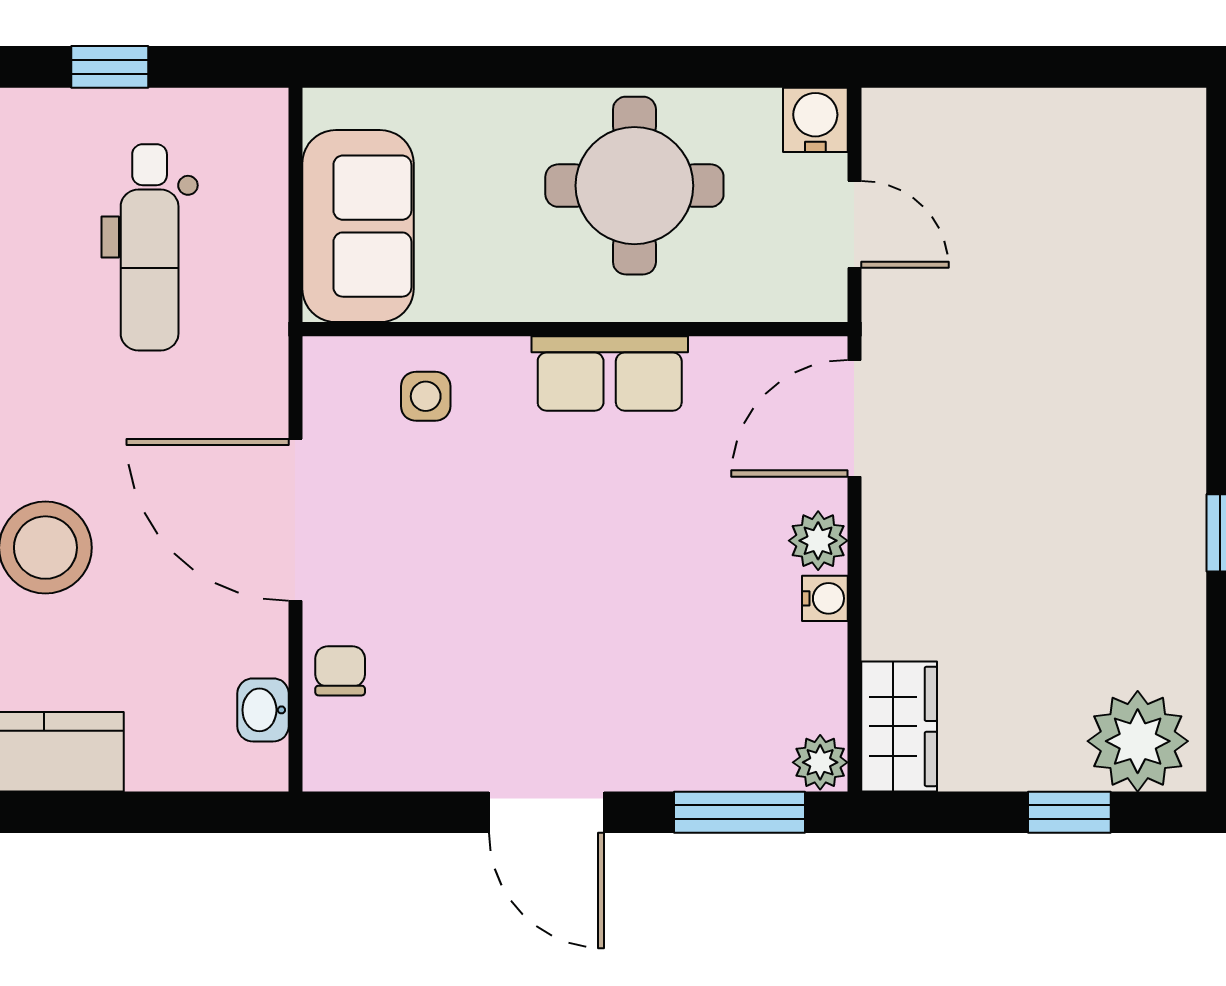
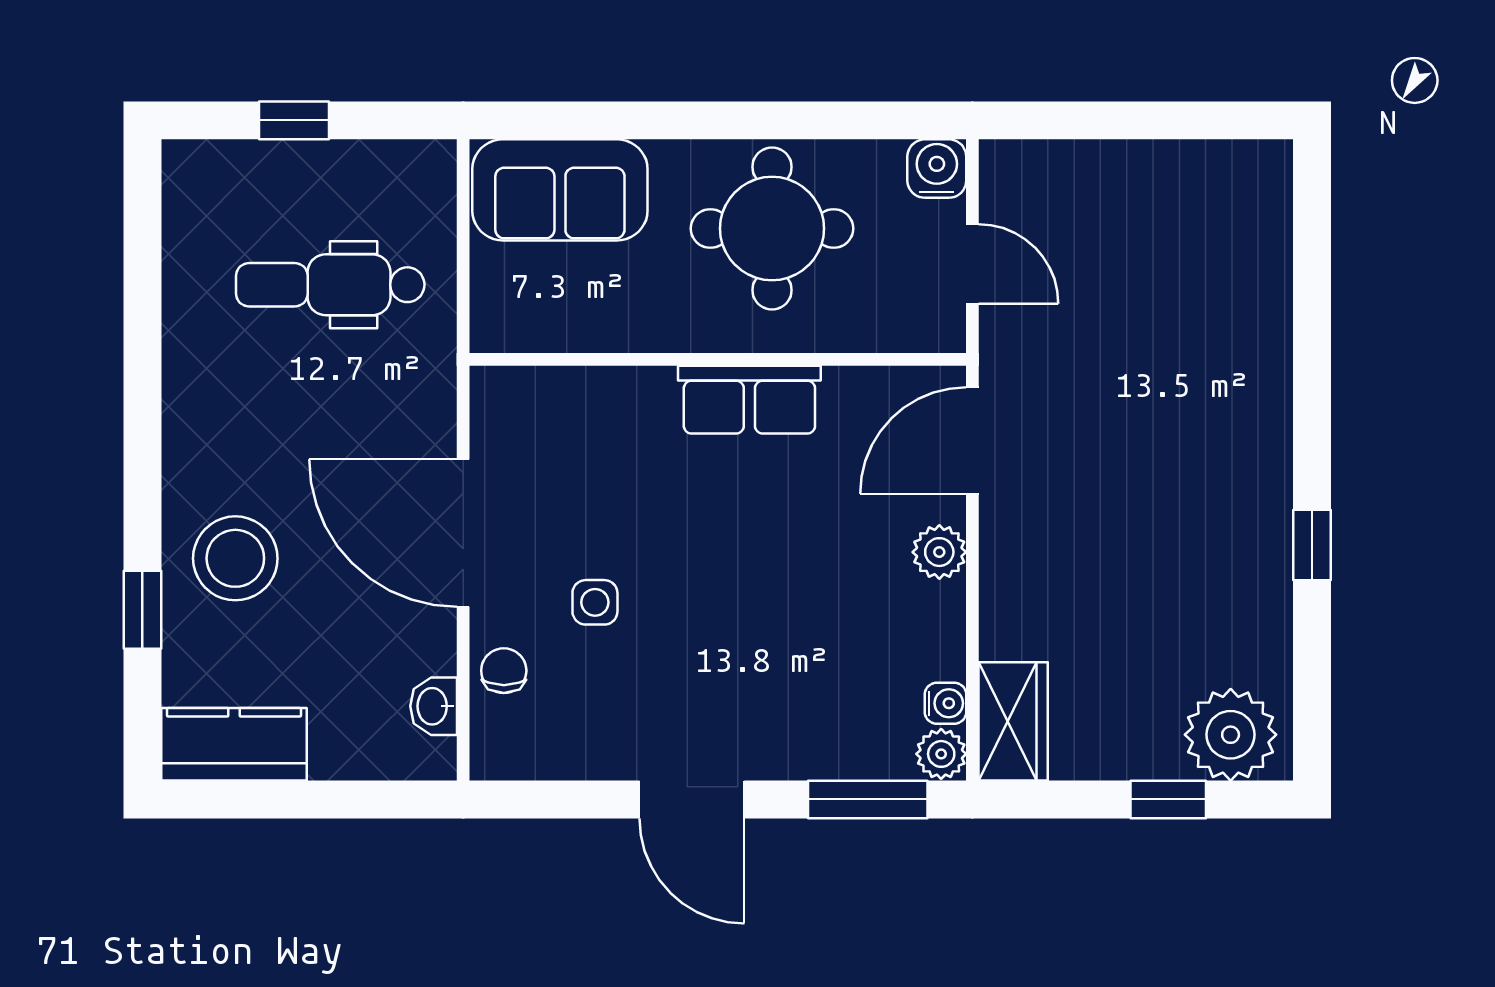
sofa: (358, 226) -> (560, 190), moved, turned 90
dental chair: (150, 247) -> (330, 285), turned 90
side table: (426, 396) -> (595, 602), moved
water cooler: (825, 598) -> (945, 703), moved

